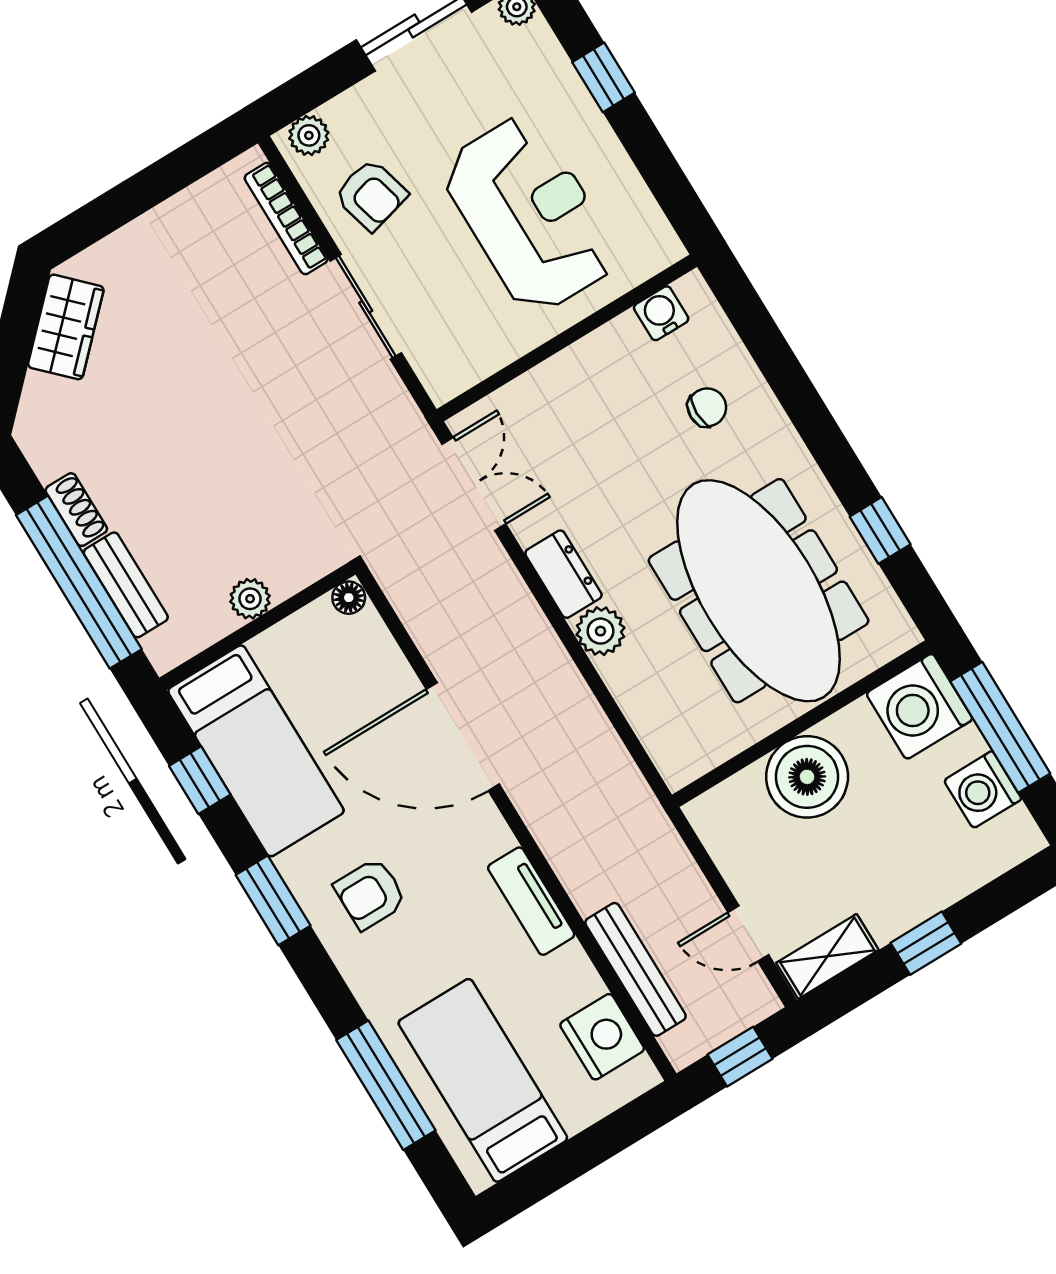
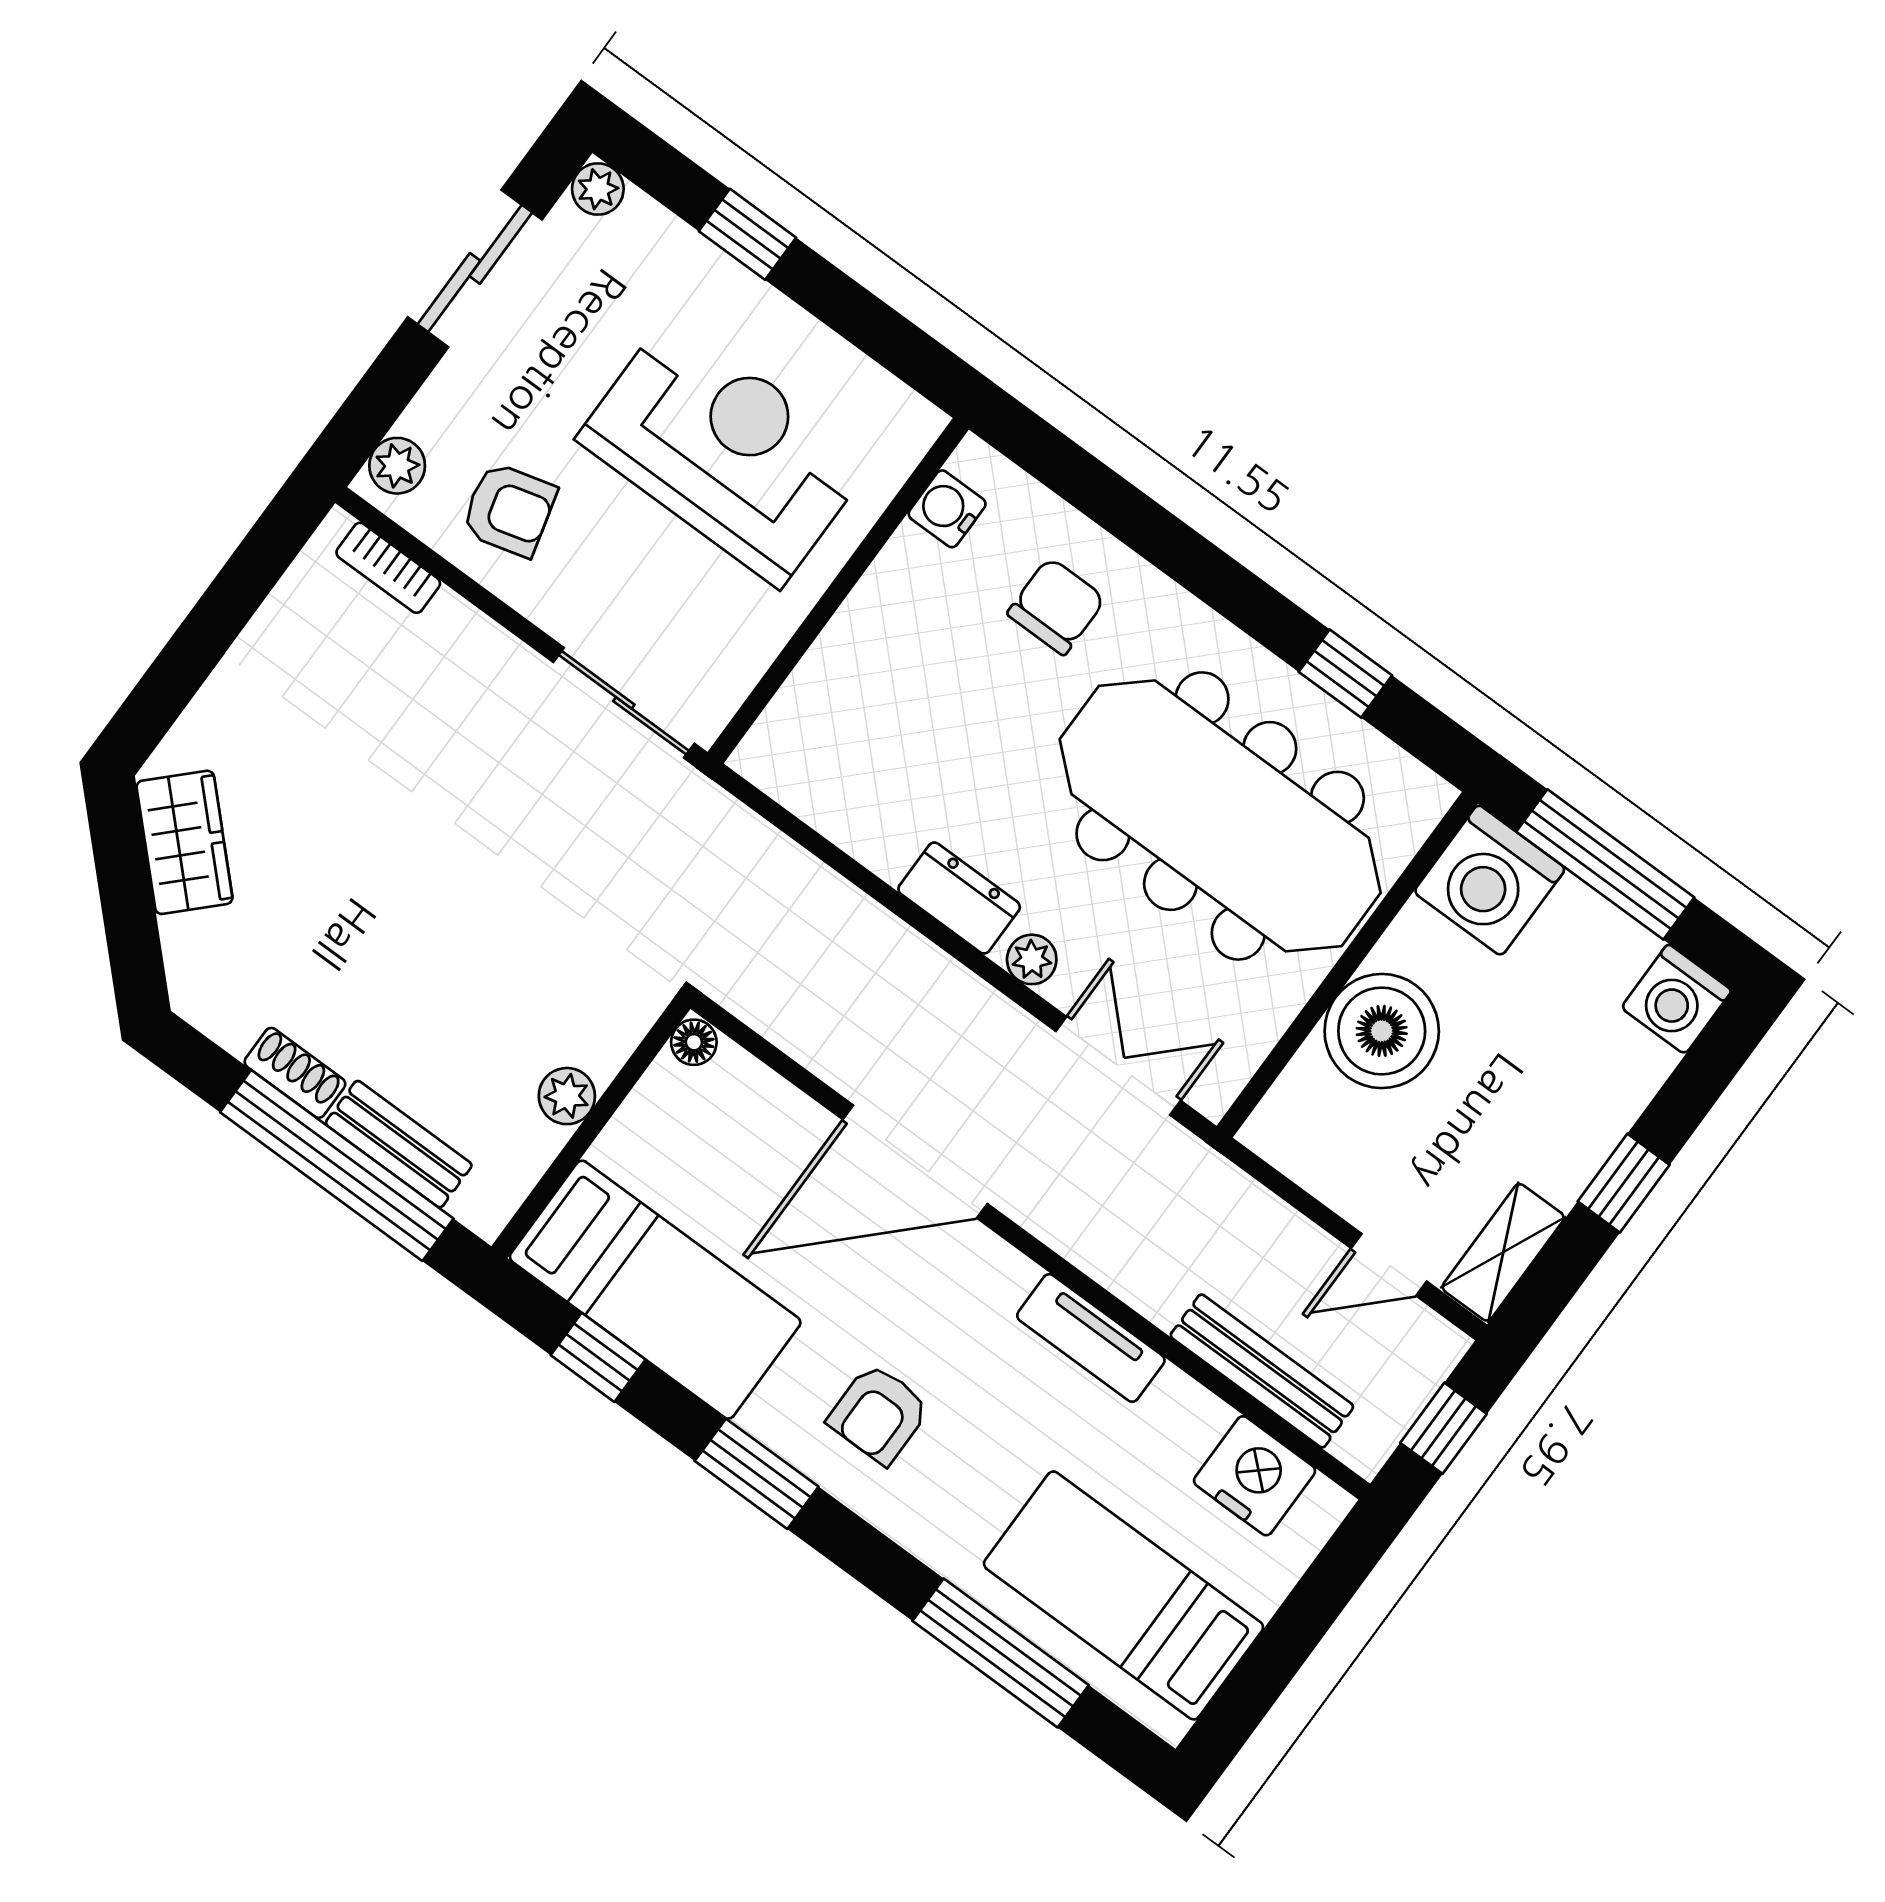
bookcase: (286, 219) -> (388, 568), width x0.64
sliding door: (366, 307) -> (624, 703), moved
chair: (707, 407) -> (1056, 606), width x1.37, depth x1.37
double door: (474, 484) -> (1118, 1066), moved
plant: (600, 631) -> (1032, 959), width x0.73, depth x0.73
washing machine: (983, 790) -> (1676, 999), moved

